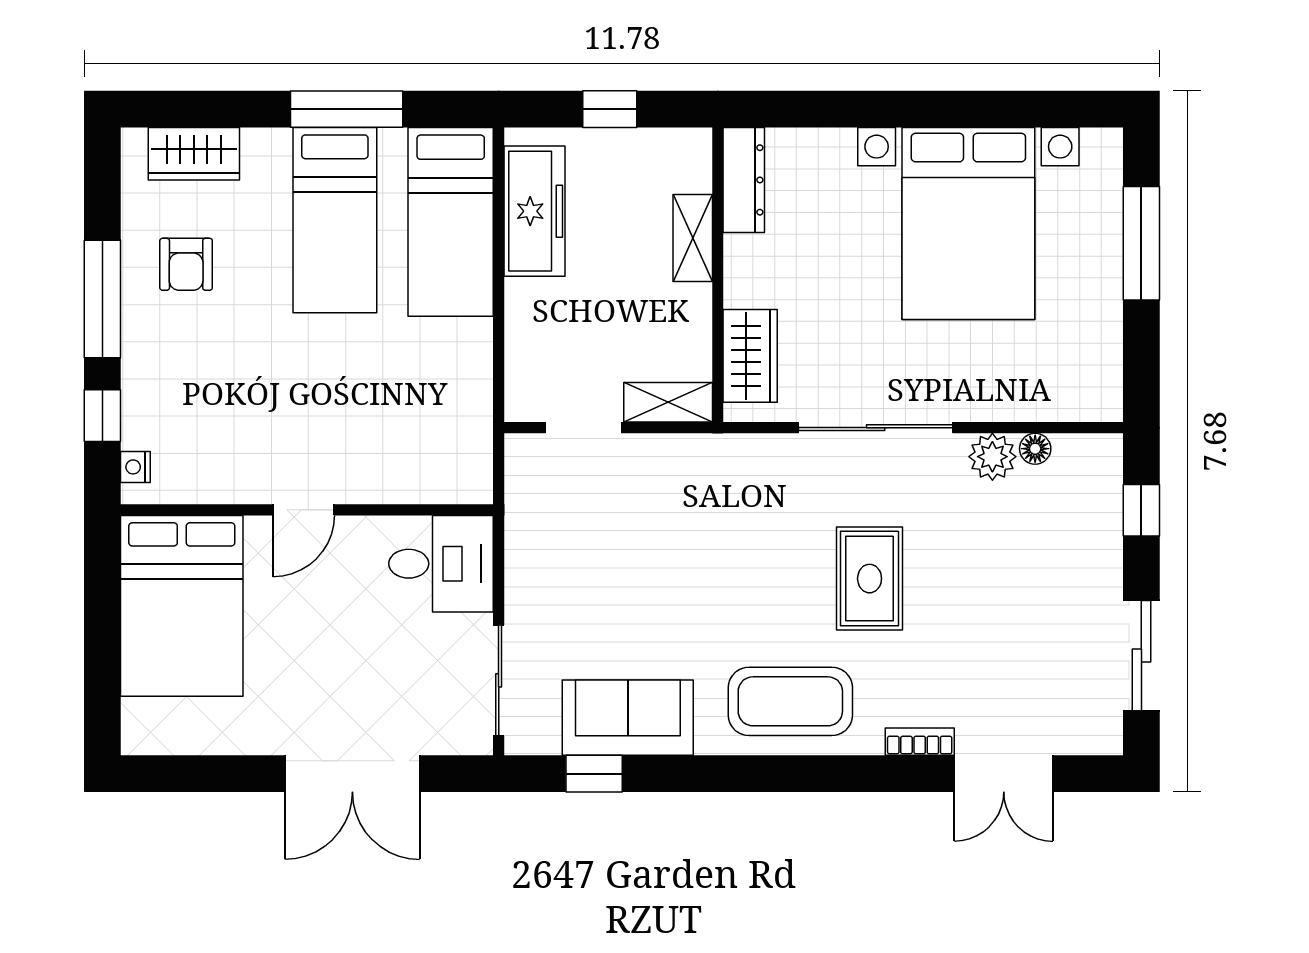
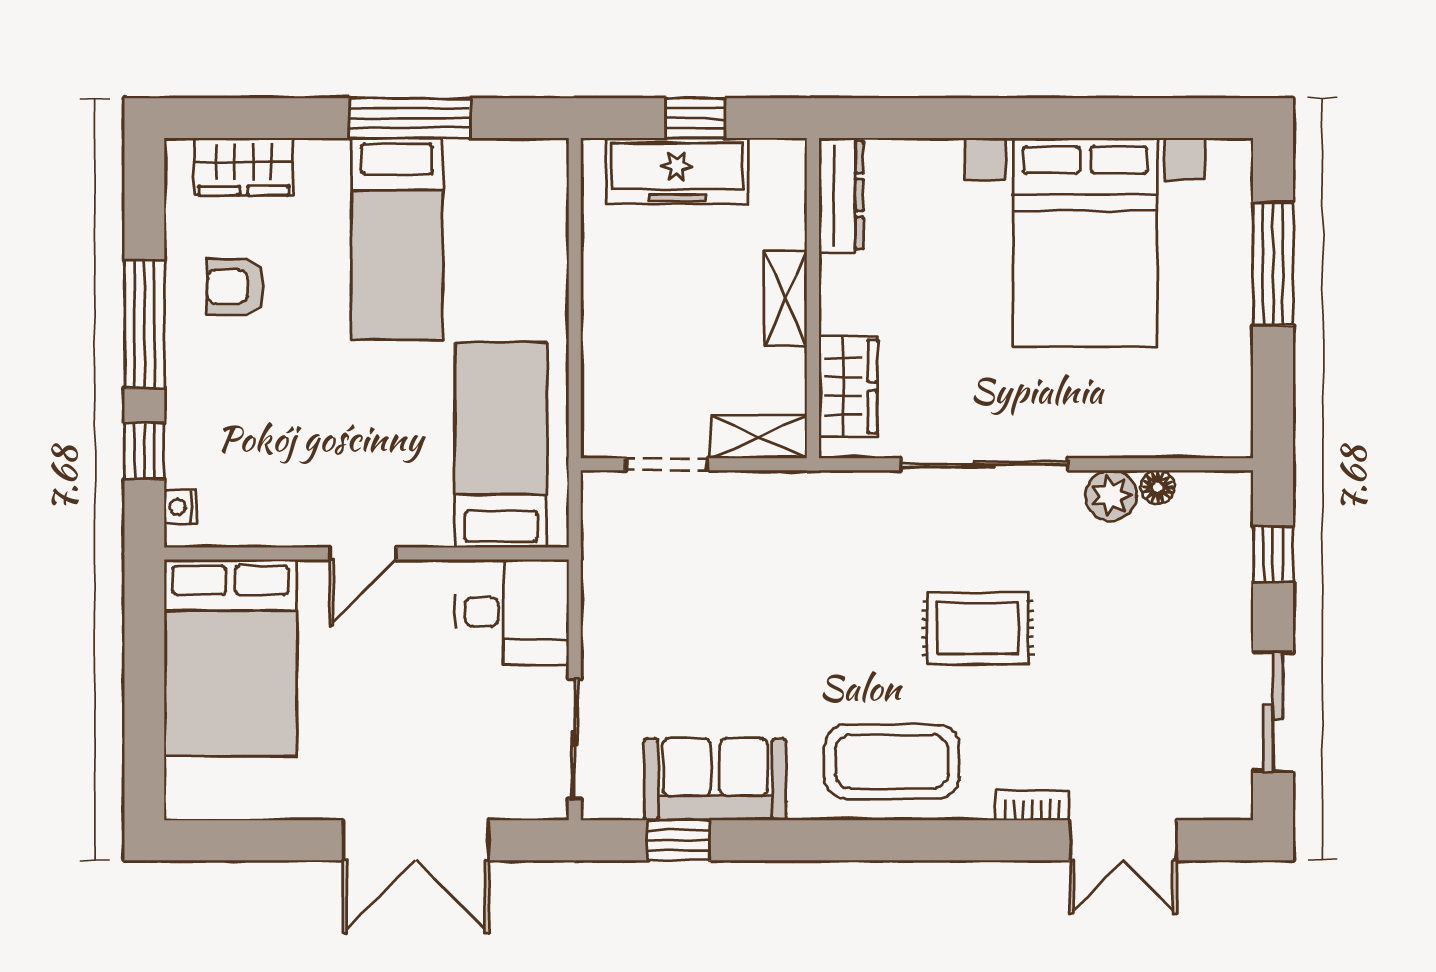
freezer: (534, 211) -> (677, 171), moved, turned 90
bed: (451, 222) -> (501, 445), moved, turned 180
shelving: (693, 238) -> (786, 299), moved
armchair: (186, 264) -> (235, 287), turned 90
rug: (870, 579) -> (978, 628), turned 90

